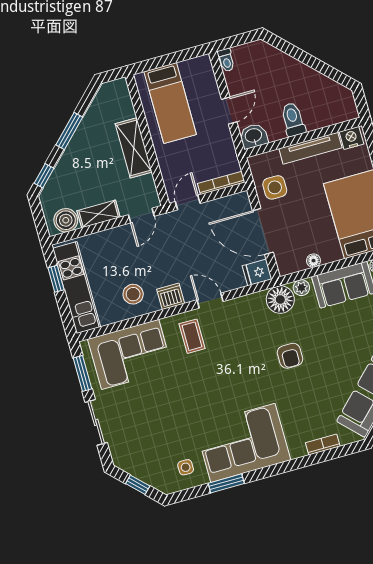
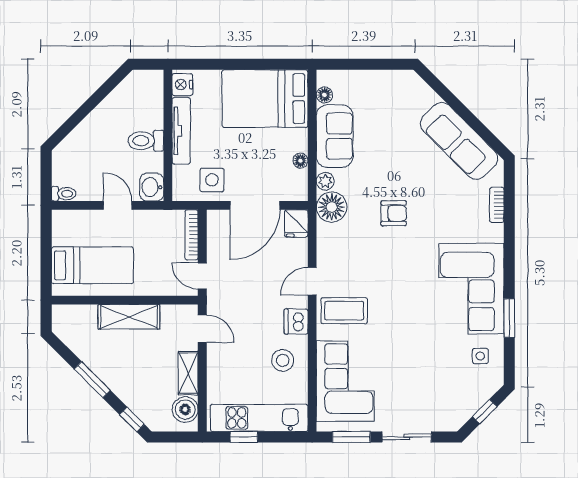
coffee table: (192, 336) -> (344, 311), width x1.36, depth x1.30

